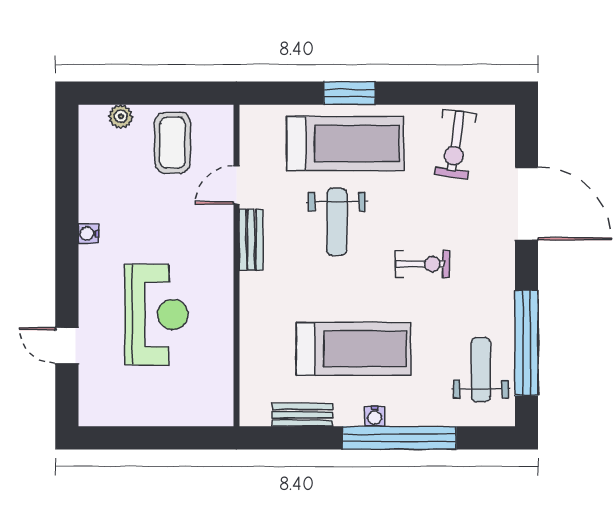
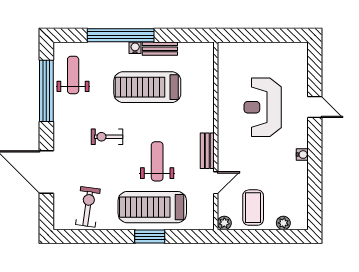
plant: (222, 116) -> (224, 223), added
door: (67, 346) -> (315, 107), moved
weight bench: (481, 370) -> (73, 75), turned 180
bench: (302, 415) -> (160, 49), moved

